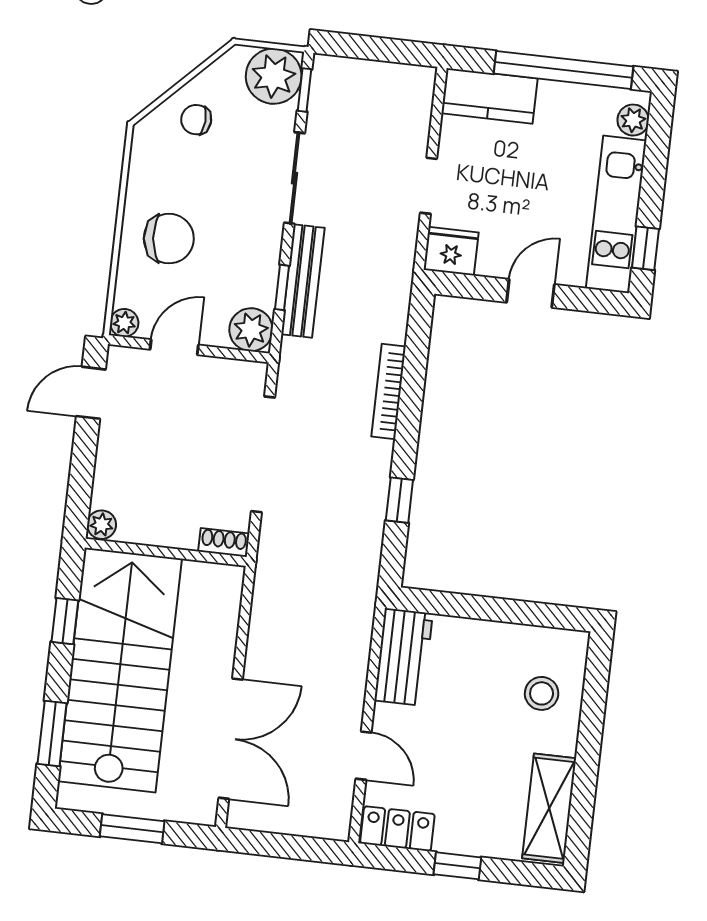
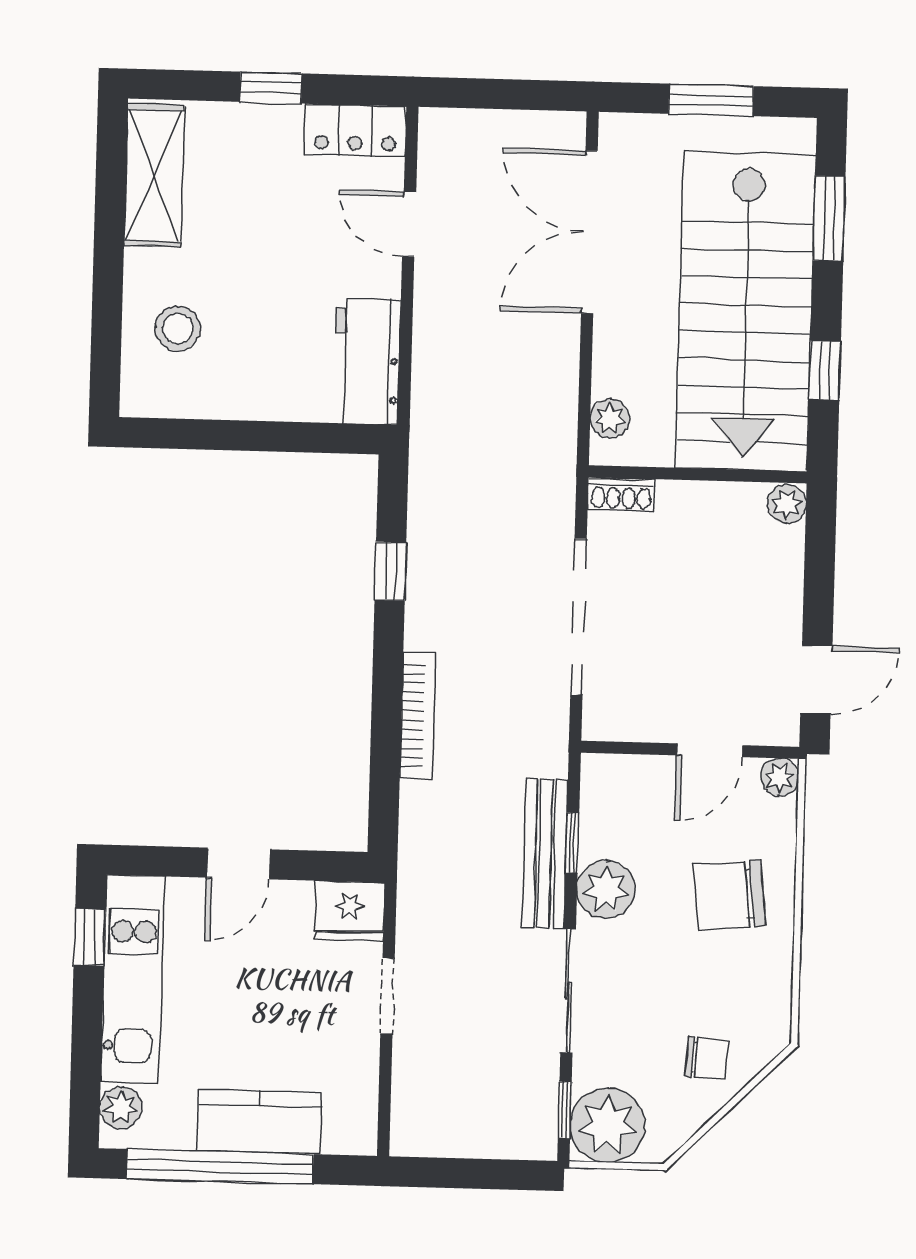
kitchen counter: (489, 96) -> (259, 1122), moved
plant: (251, 330) -> (606, 890), moved
plant: (227, 599) -> (610, 419), added

